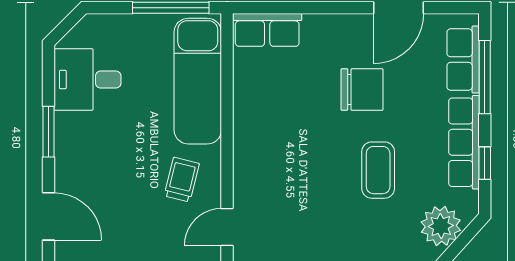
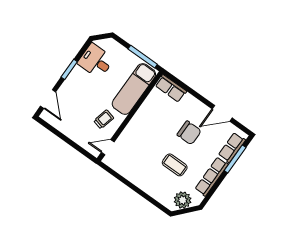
window: (485, 163) -> (214, 189), removed
coffee table: (378, 170) -> (175, 165), turned 90

